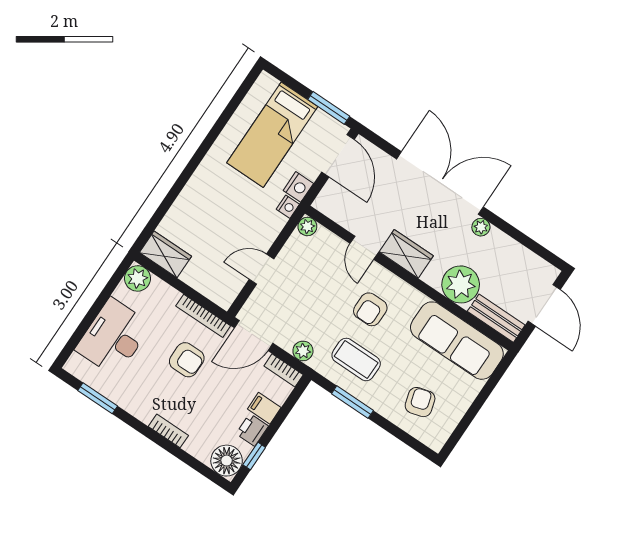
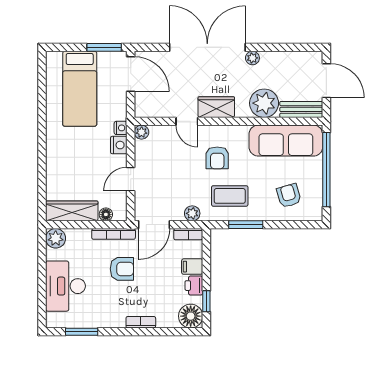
nightstand: (298, 187) -> (119, 145), moved
wardrobe: (165, 254) -> (72, 211), width x1.50
floor lamp: (209, 289) -> (106, 214), added
window: (479, 401) -> (326, 170), added

